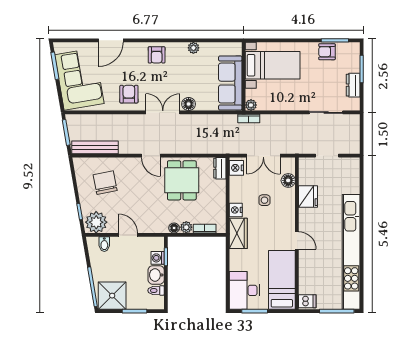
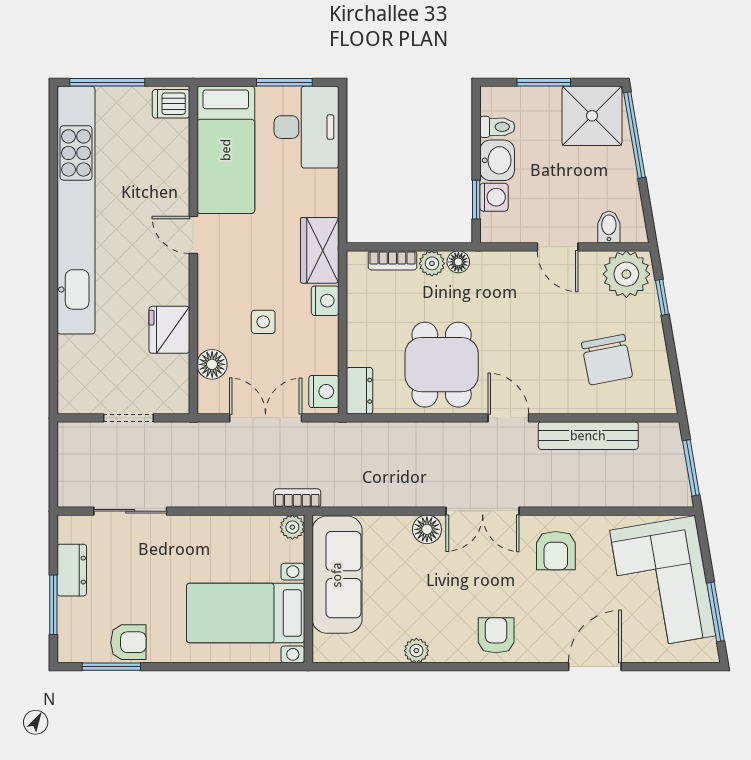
bench: (95, 147) -> (588, 436), moved

